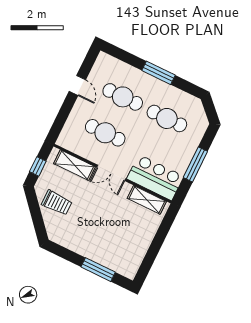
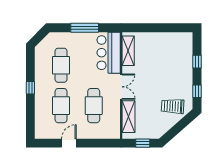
window: (159, 73) -> (30, 88), width x0.46
trolley: (57, 203) -> (173, 106), moved, turned -87
window: (66, 254) -> (197, 91), added
window: (98, 270) -> (197, 62), width x0.46

